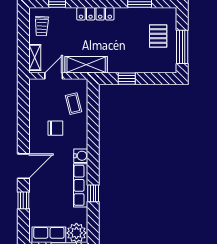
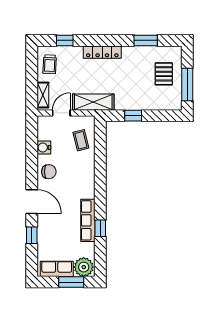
chair: (55, 128) -> (49, 172), moved
water cooler: (81, 156) -> (44, 148), moved, turned 180
door: (23, 166) -> (32, 202), hinge flipped

